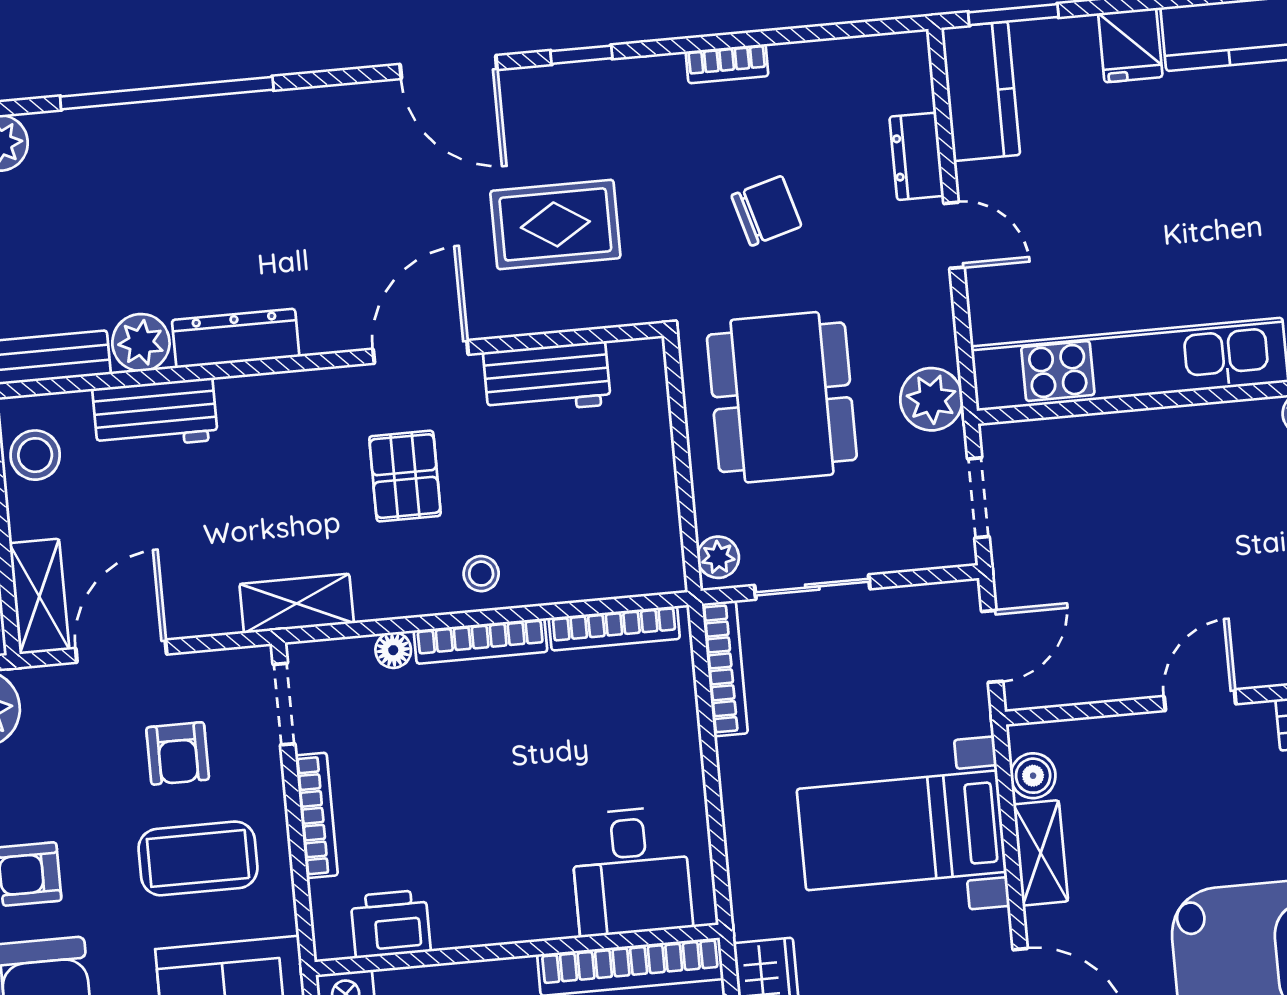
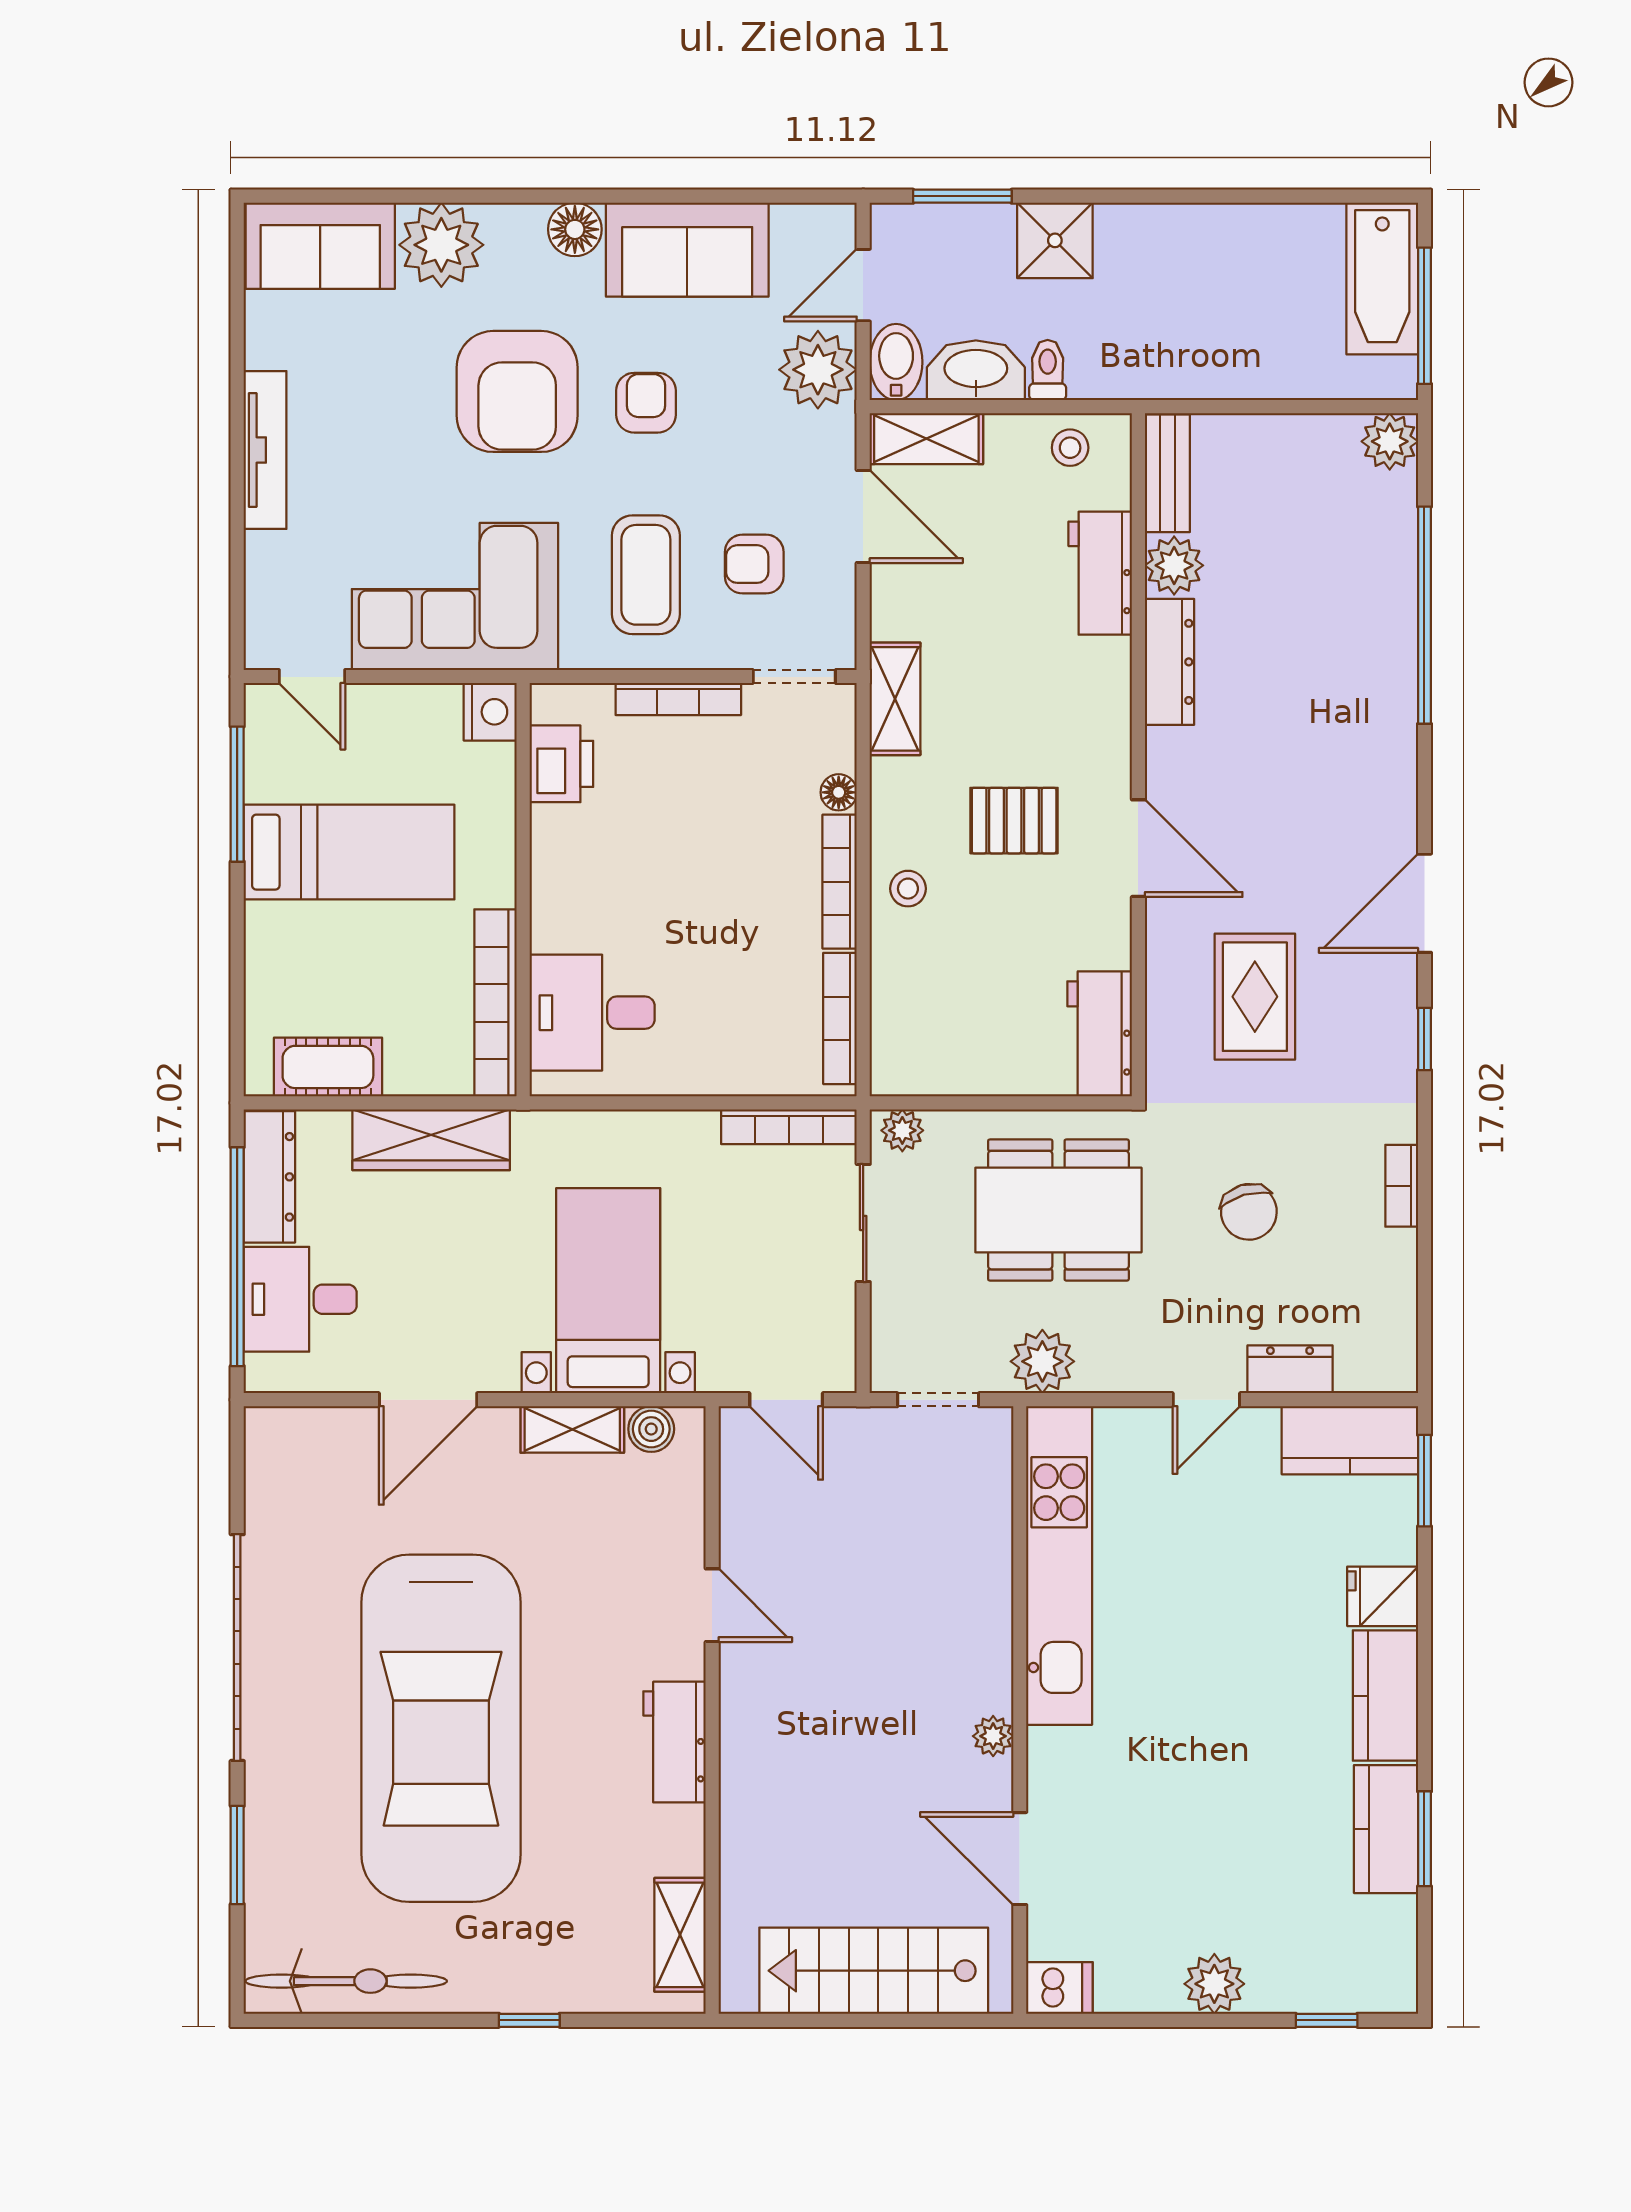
workbench: (547, 378) -> (1100, 1034), moved
stool: (35, 455) -> (1070, 448), width x0.73, depth x0.73

